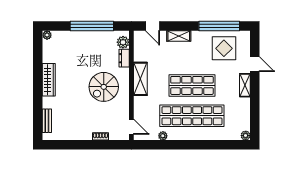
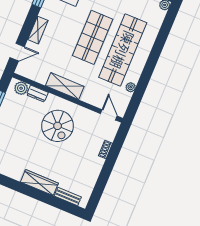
wardrobe: (49, 80) -> (39, 183), moved
door: (131, 127) -> (109, 115), hinge flipped

